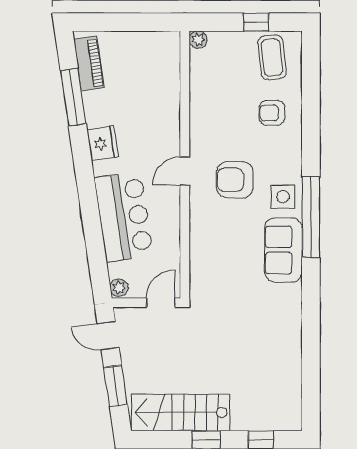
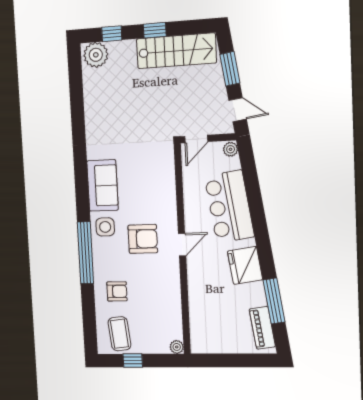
fridge: (103, 143) -> (245, 265), width x1.36, depth x1.34
window: (311, 217) -> (85, 253), moved
plant: (283, 415) -> (96, 55), added

